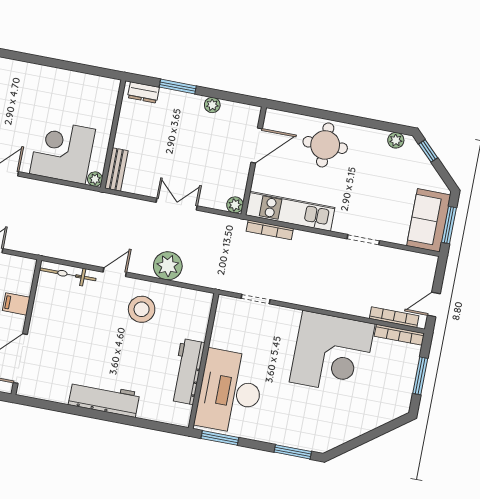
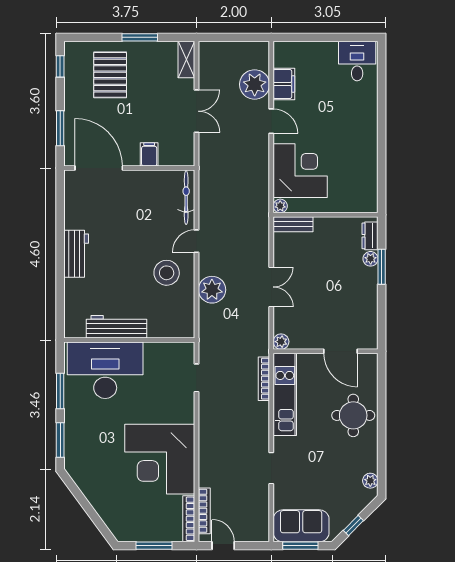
plant: (212, 105) -> (371, 259), moved
window: (428, 151) -> (353, 526), moved
door: (115, 272) -> (197, 241), swing flipped
workbench: (104, 399) -> (76, 254), width x0.73
window: (220, 438) -> (60, 391), moved

